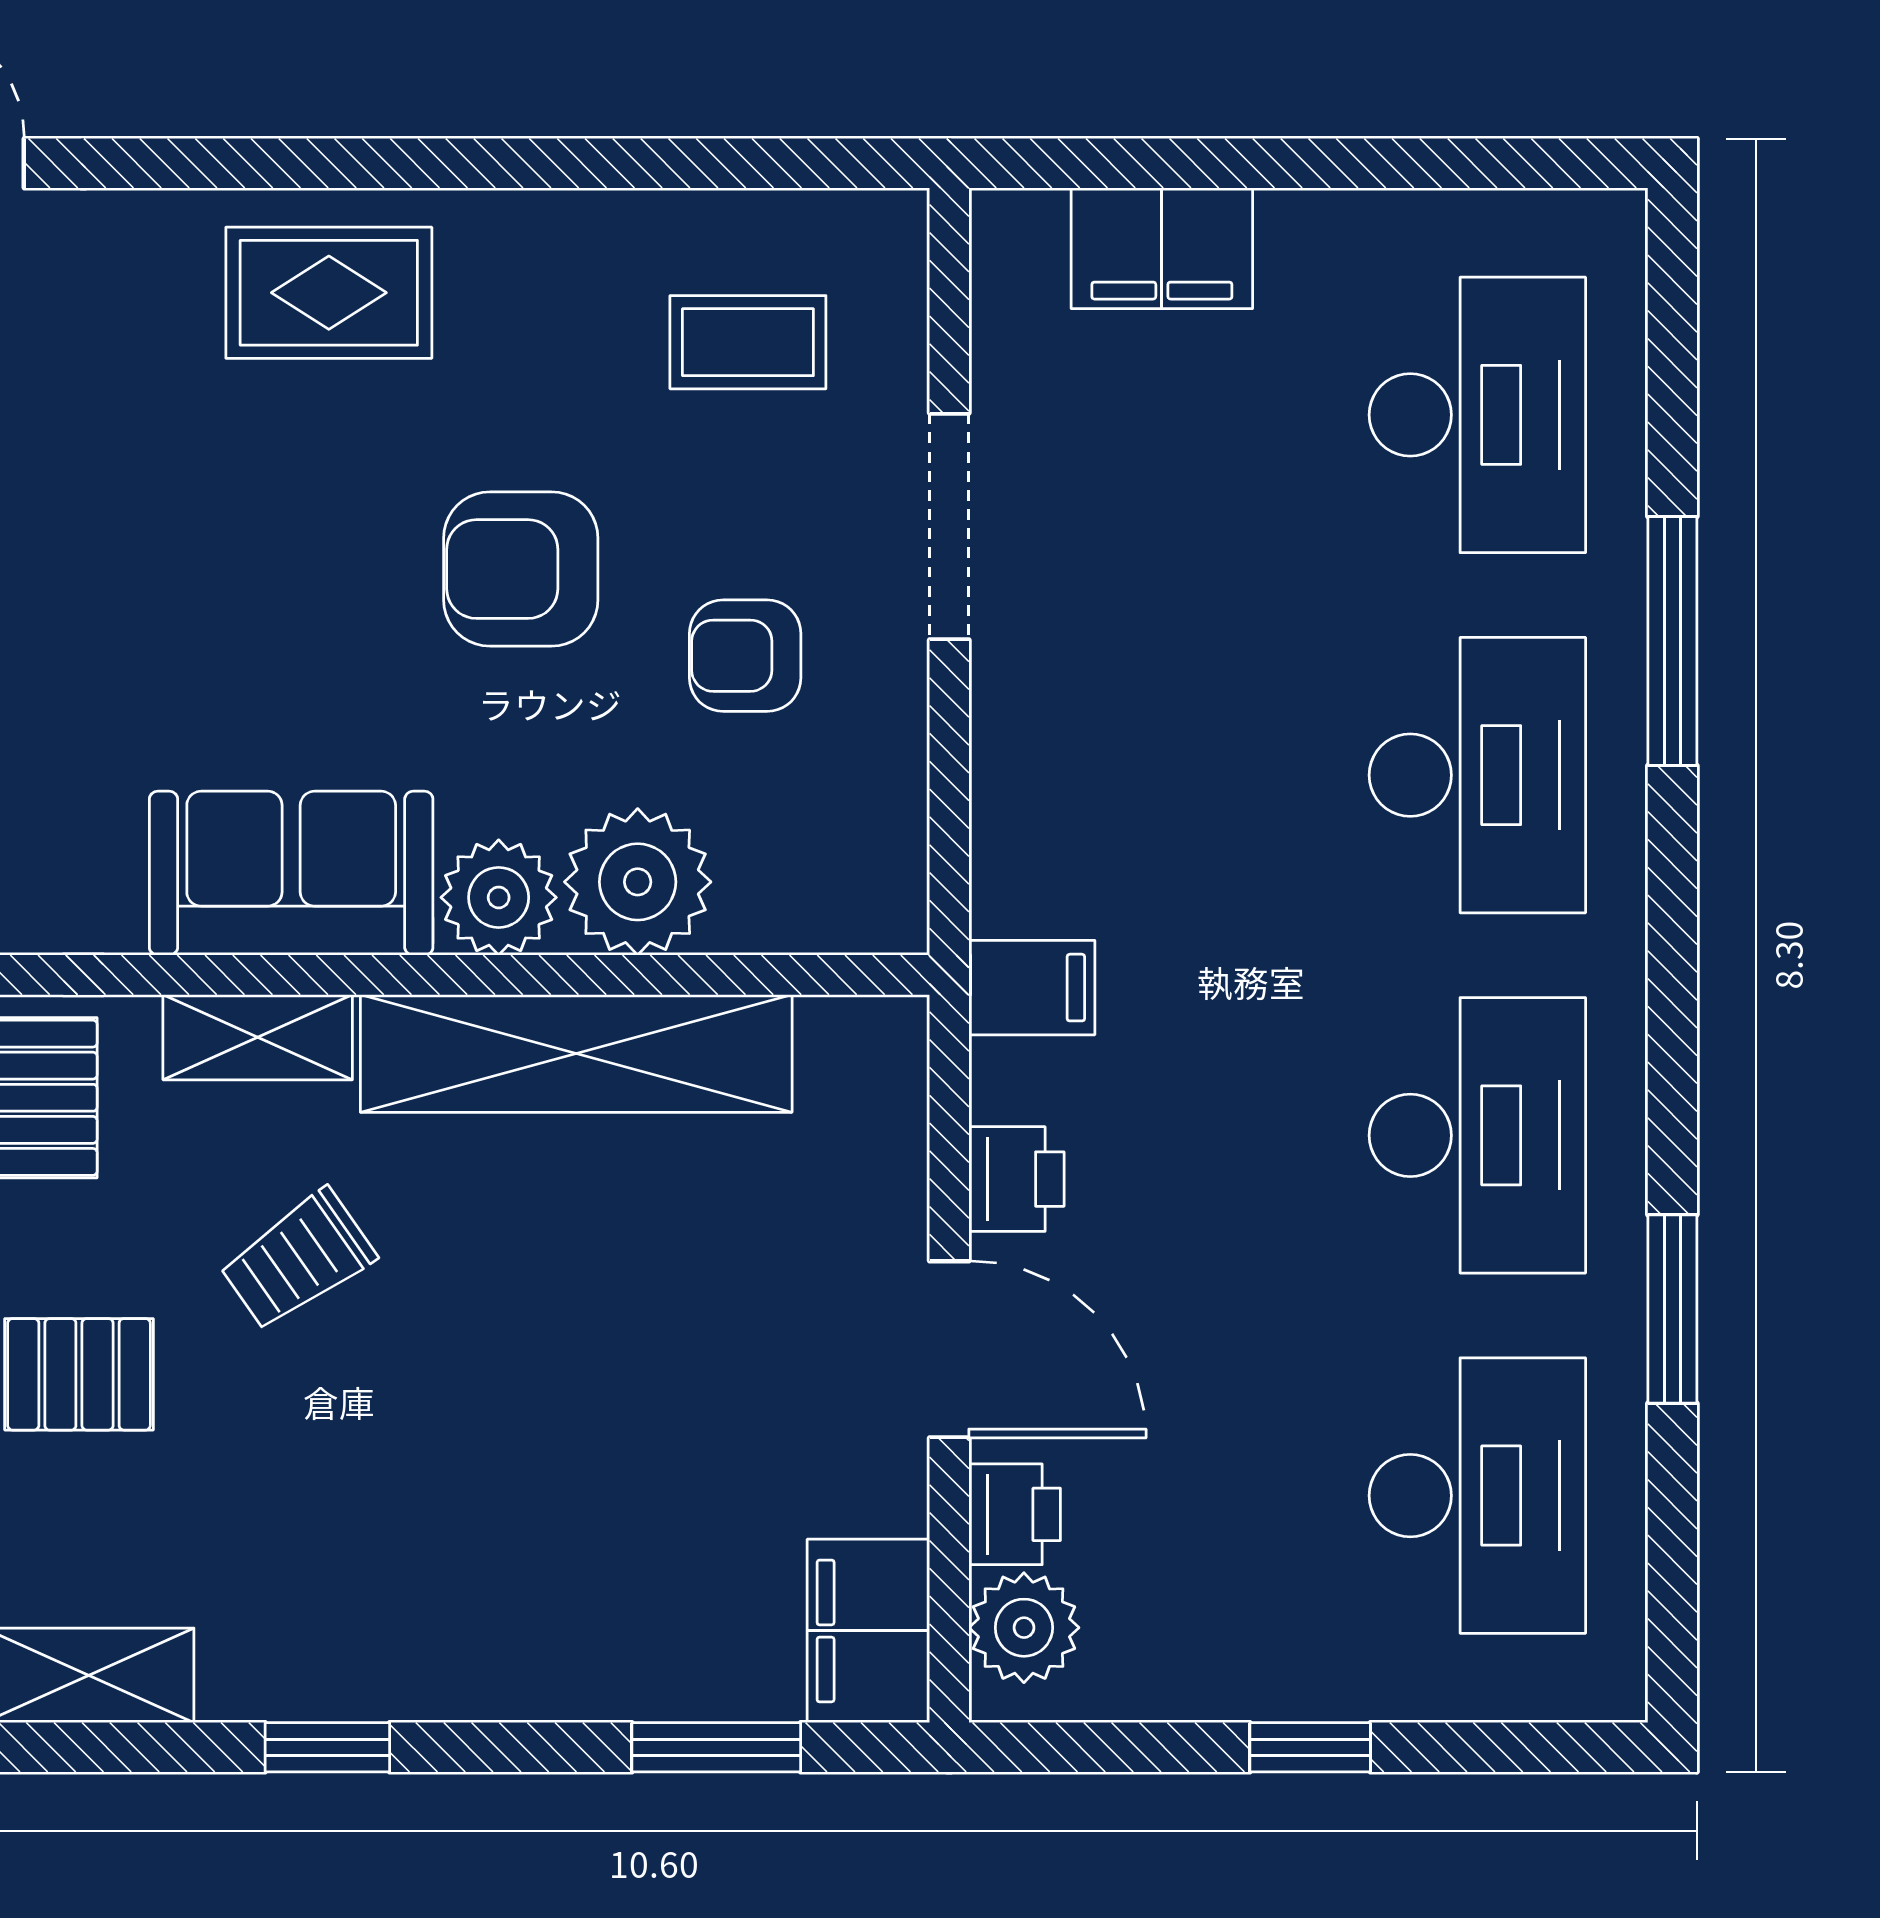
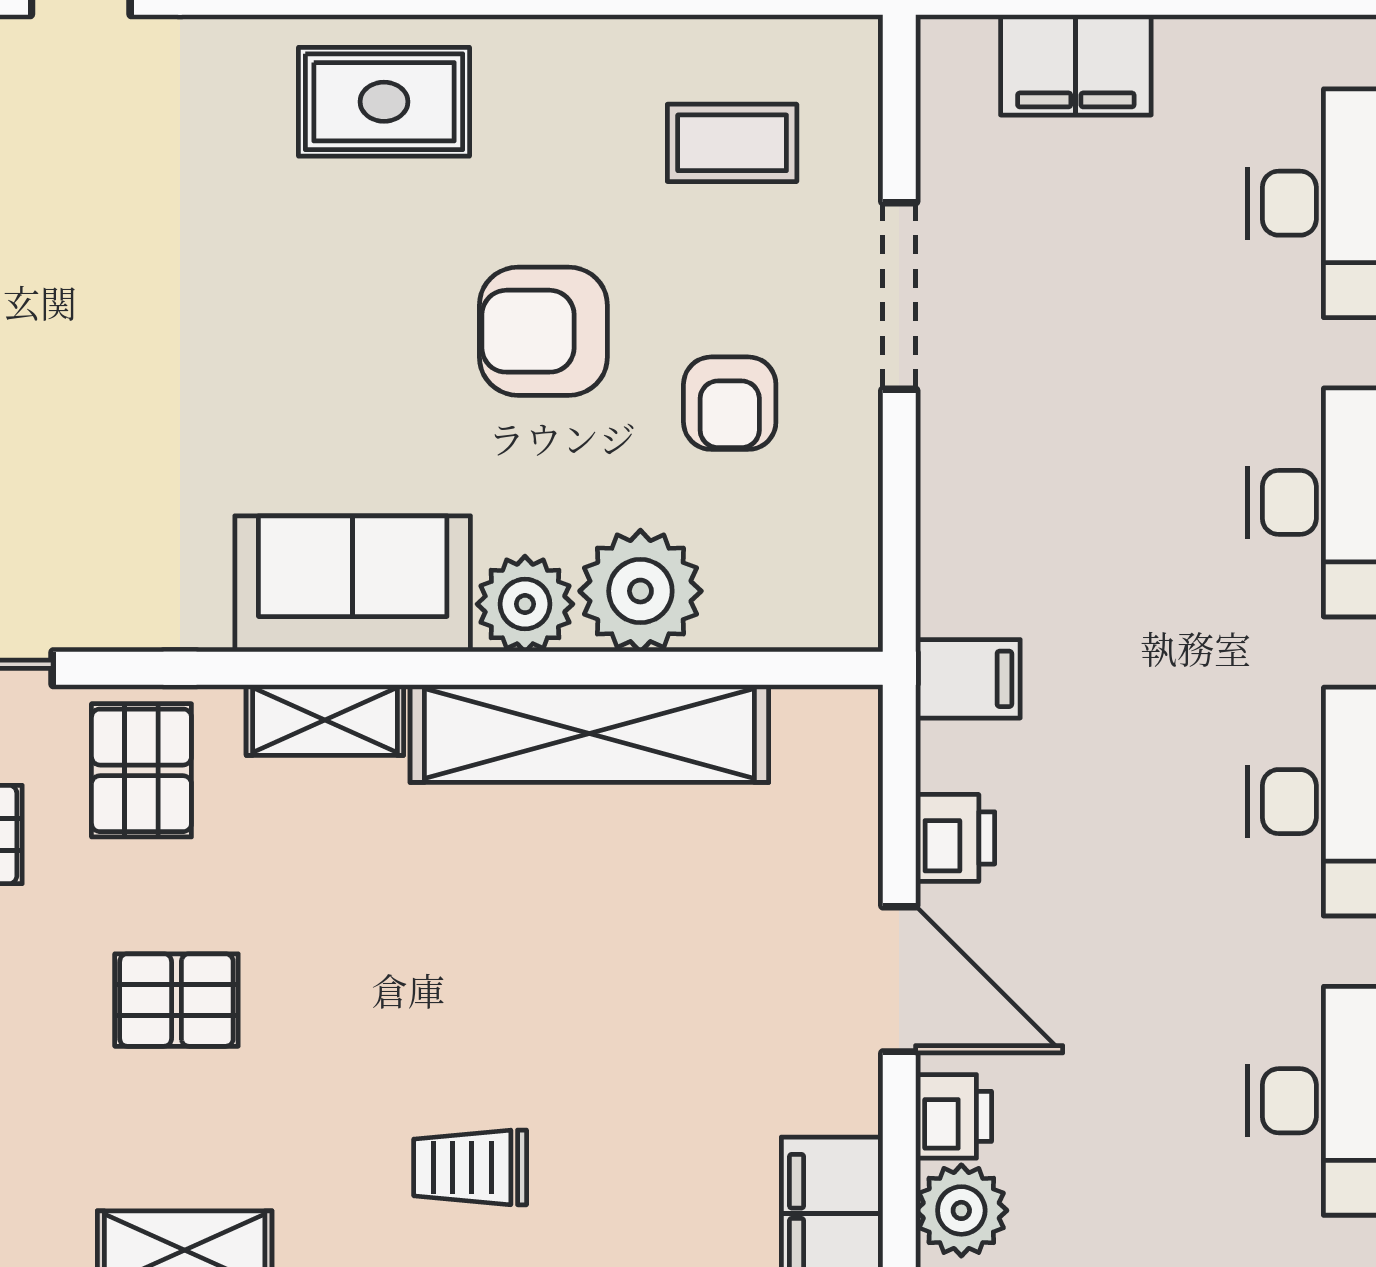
armchair: (745, 656) -> (730, 403), turned -90
trolley: (298, 1260) -> (470, 1167), moved, turned 35

